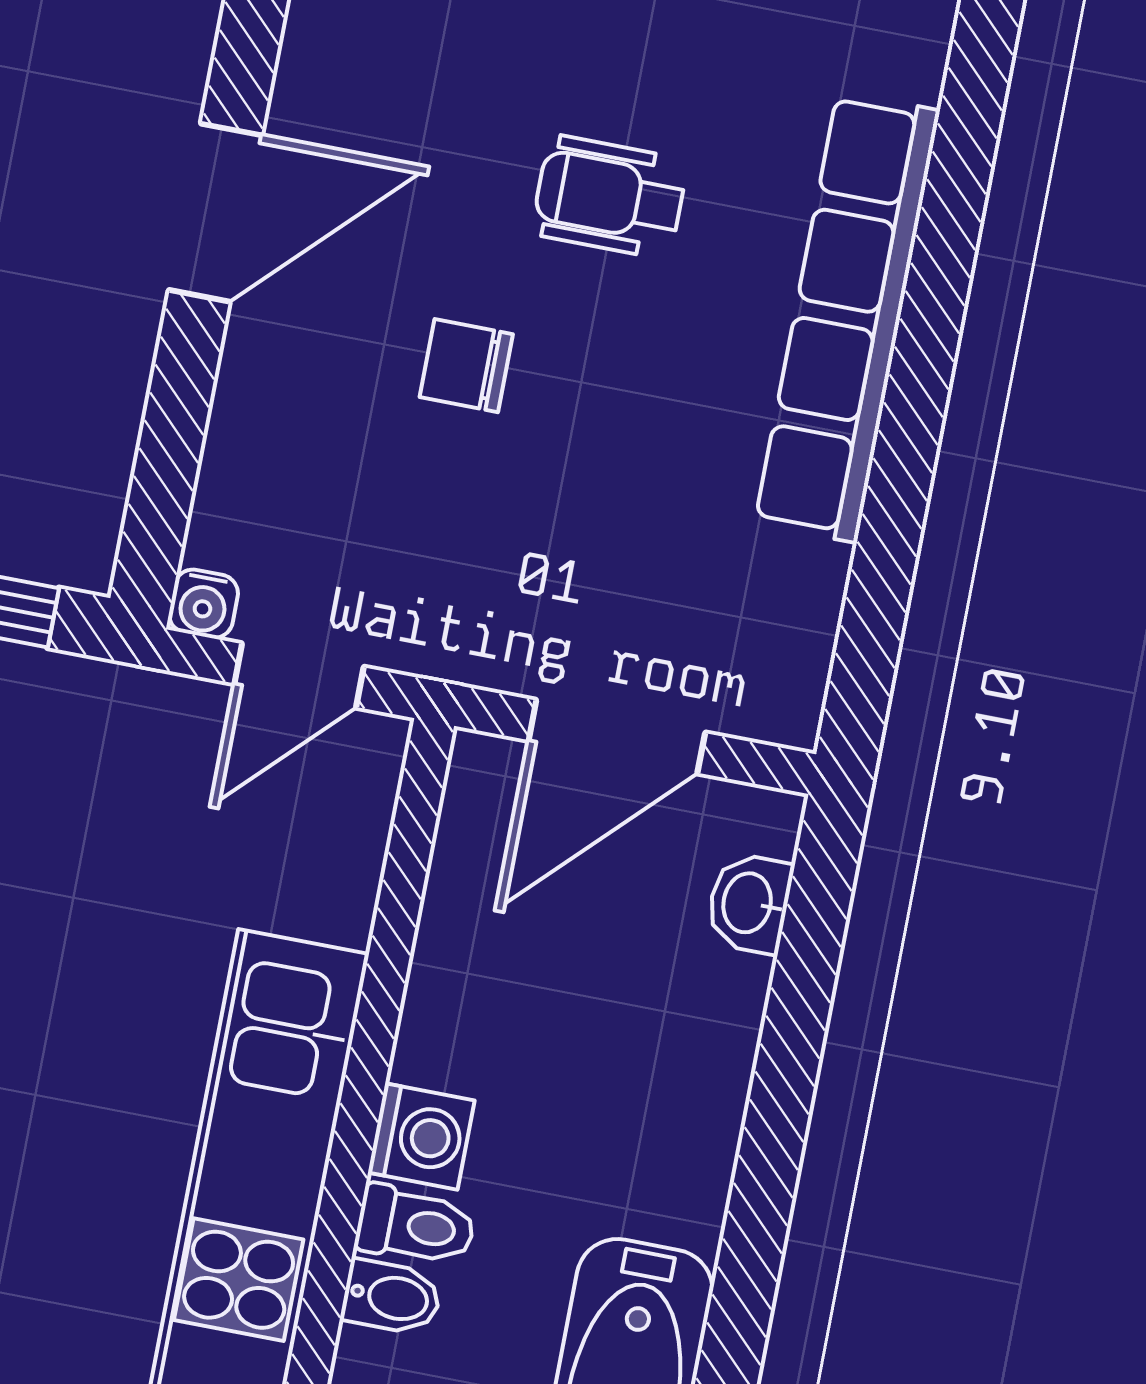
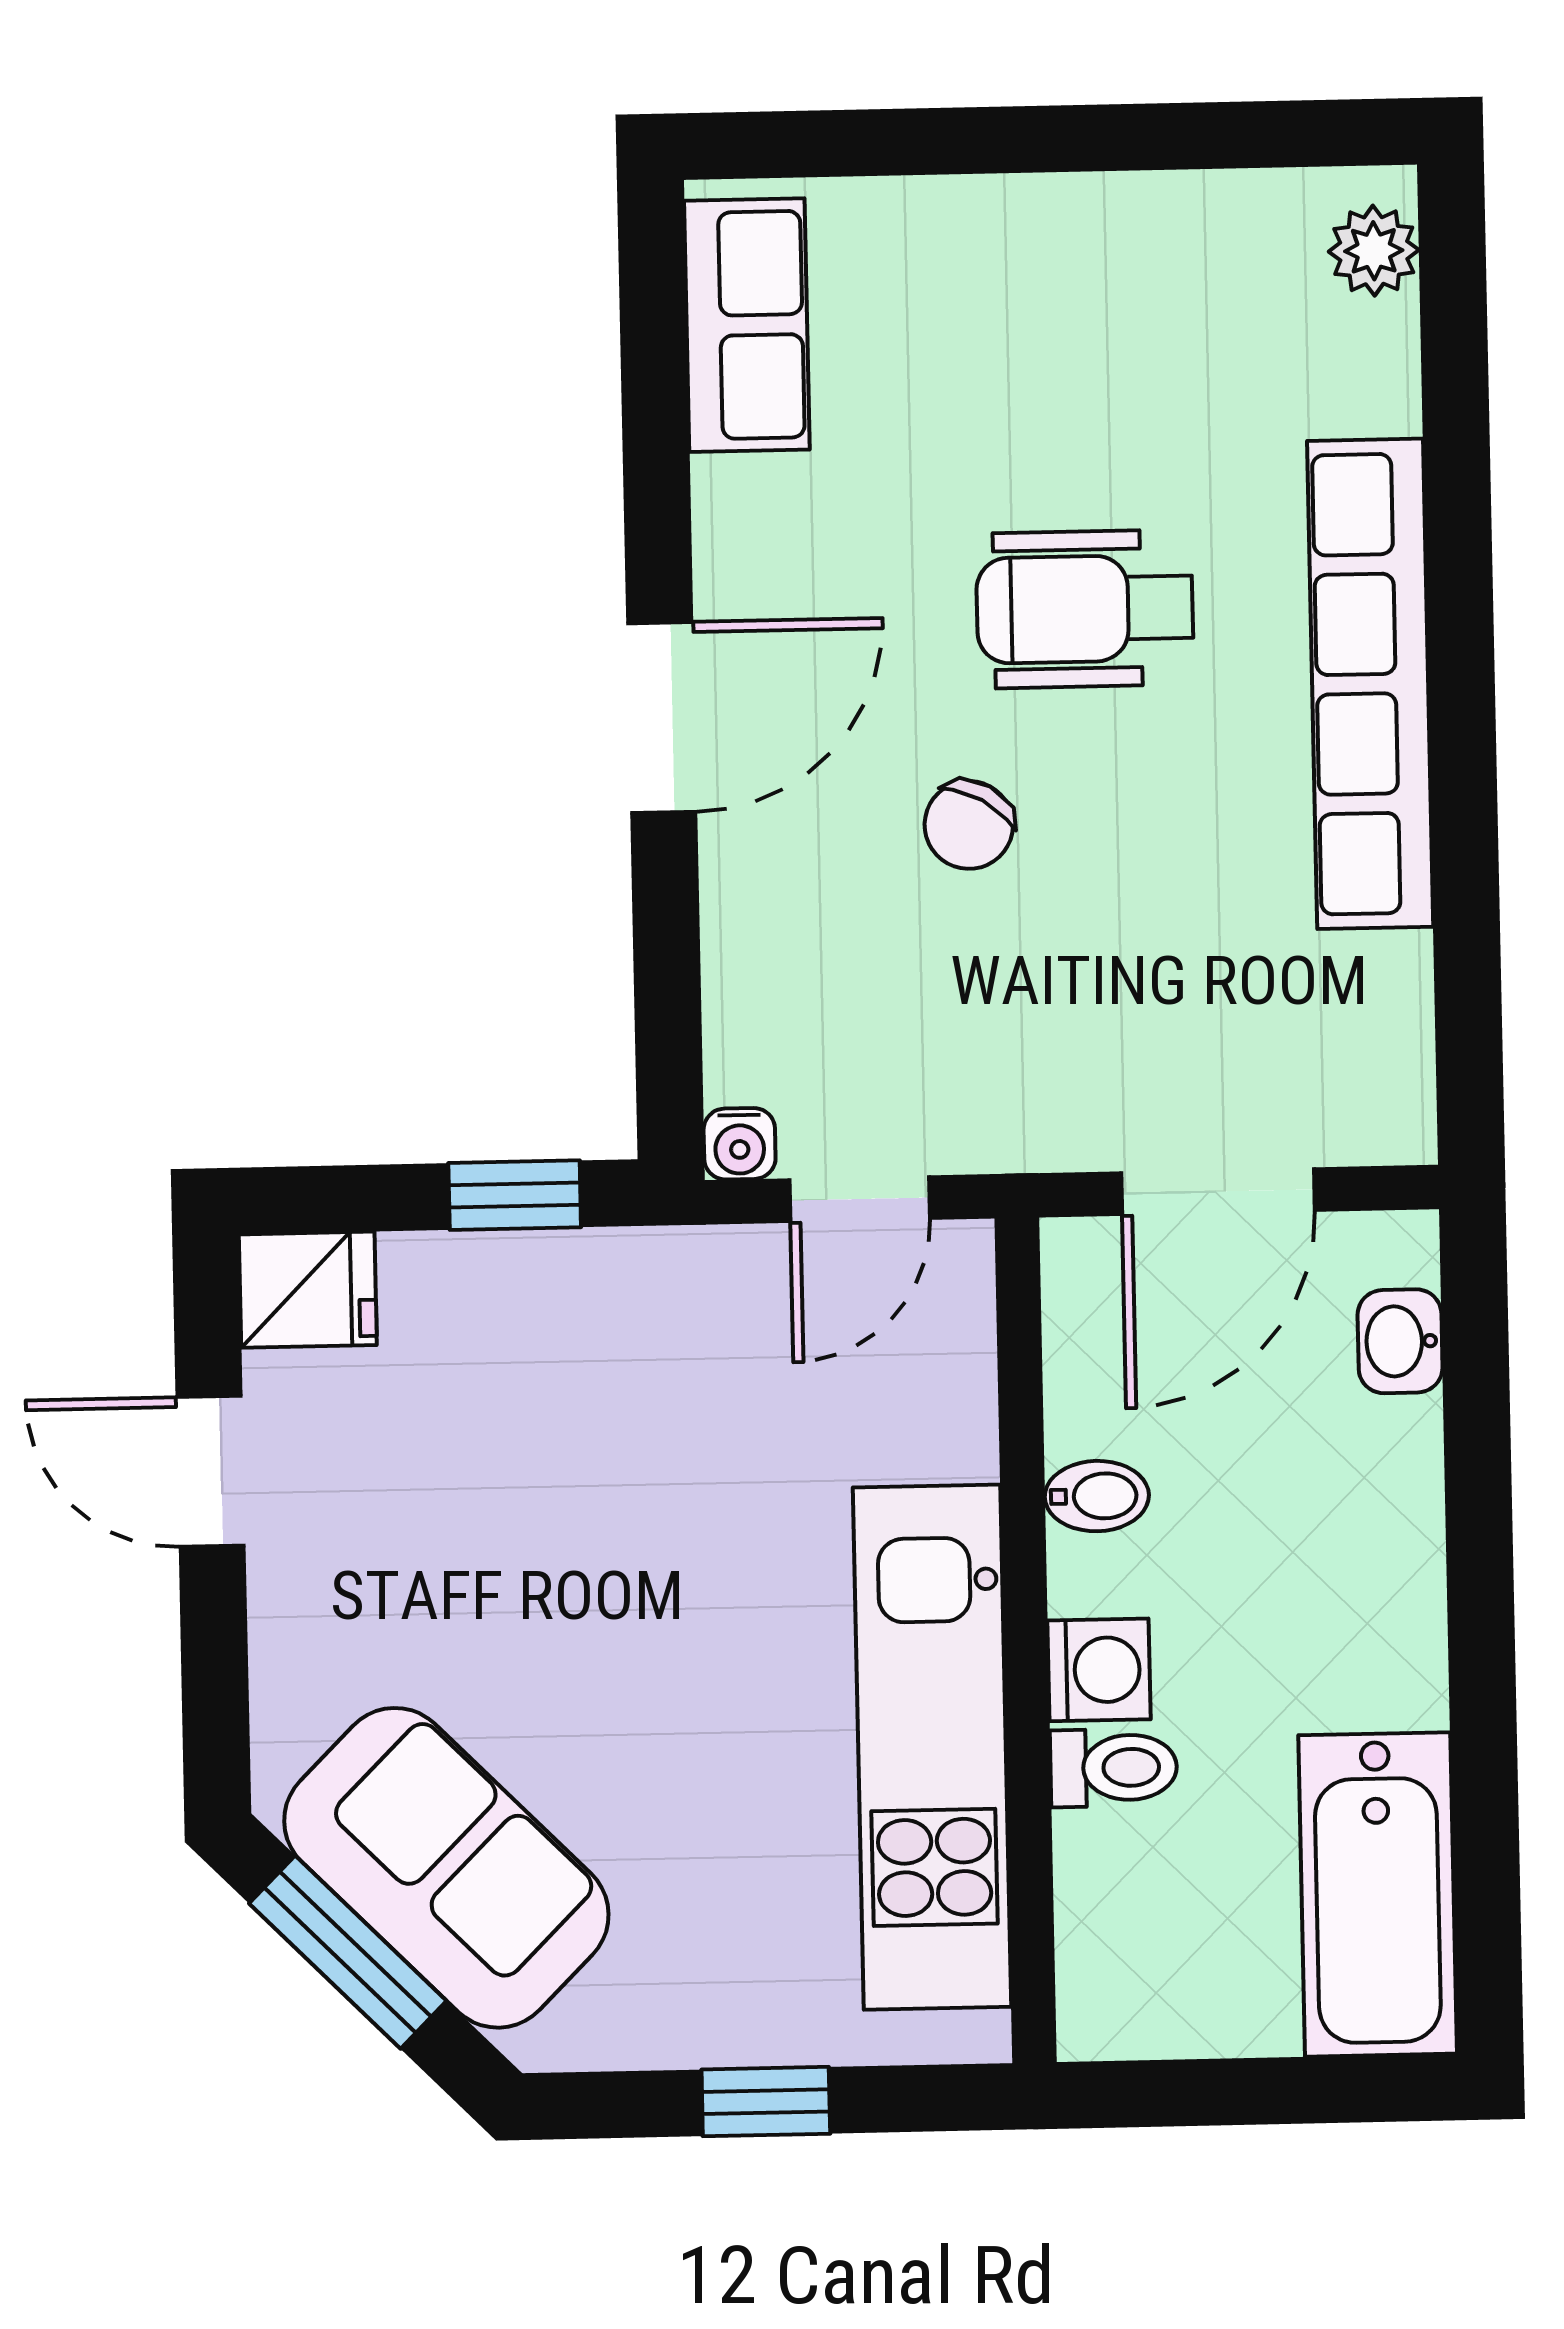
wheelchair: (610, 197) -> (1085, 609), width x1.36, depth x1.37
chair: (466, 366) -> (969, 825), turned -60
bidet: (392, 1297) -> (1097, 1496), moved

